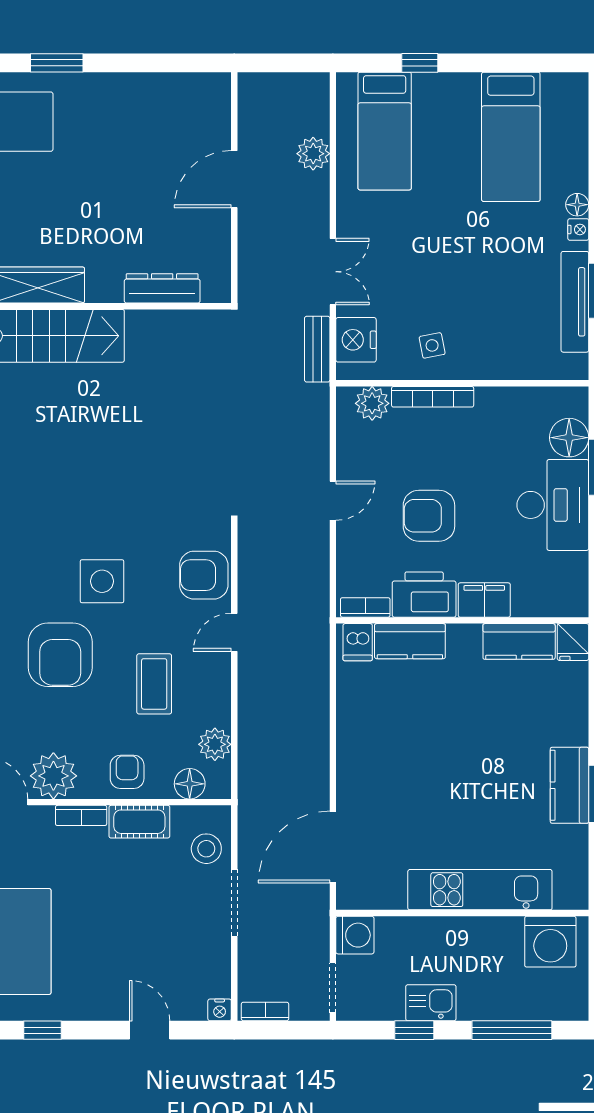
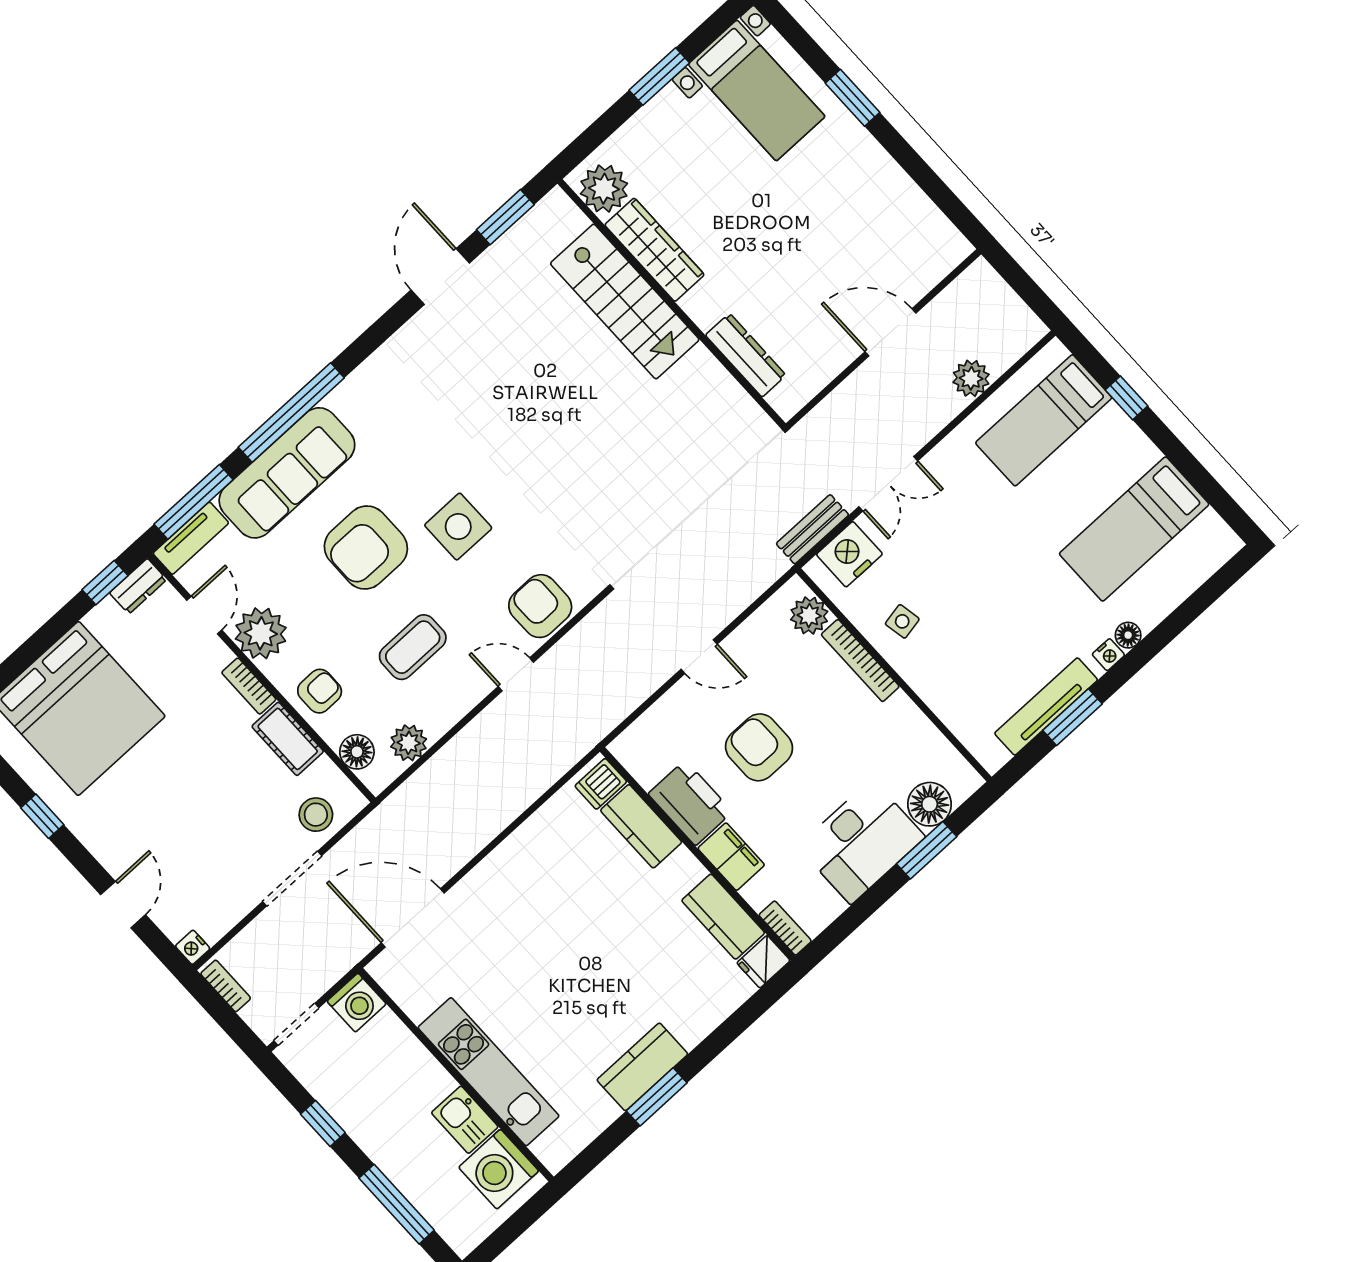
bookcase: (365, 607) -> (785, 928), moved
kitchen sink: (431, 1003) -> (465, 1120), moved, turned 180

